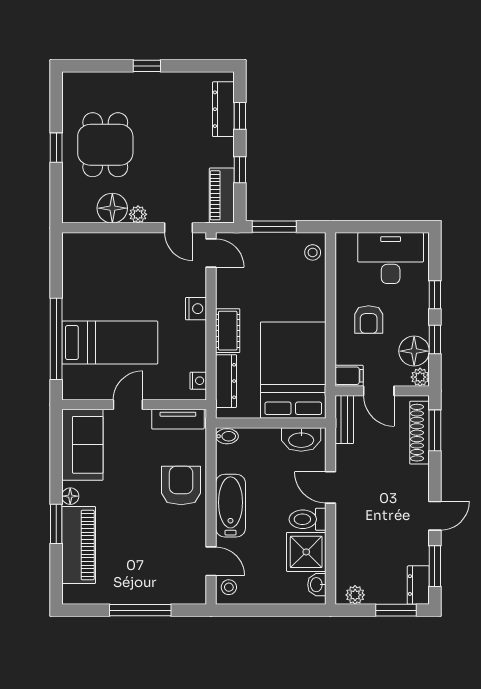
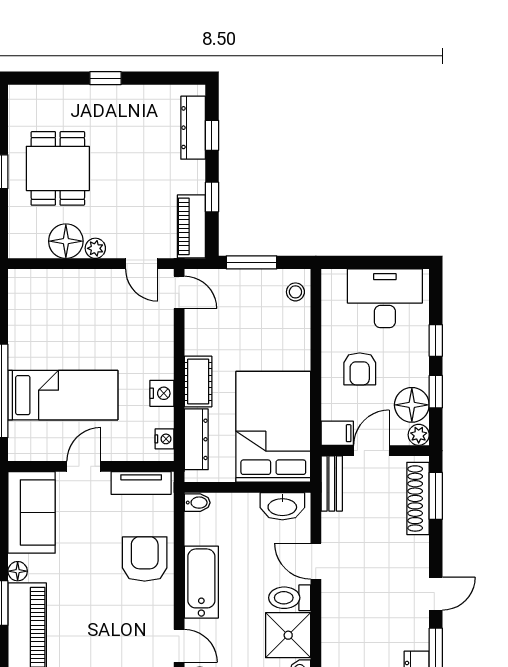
nightstand: (196, 309) -> (162, 393), moved
door: (379, 391) -> (371, 451), swing flipped

